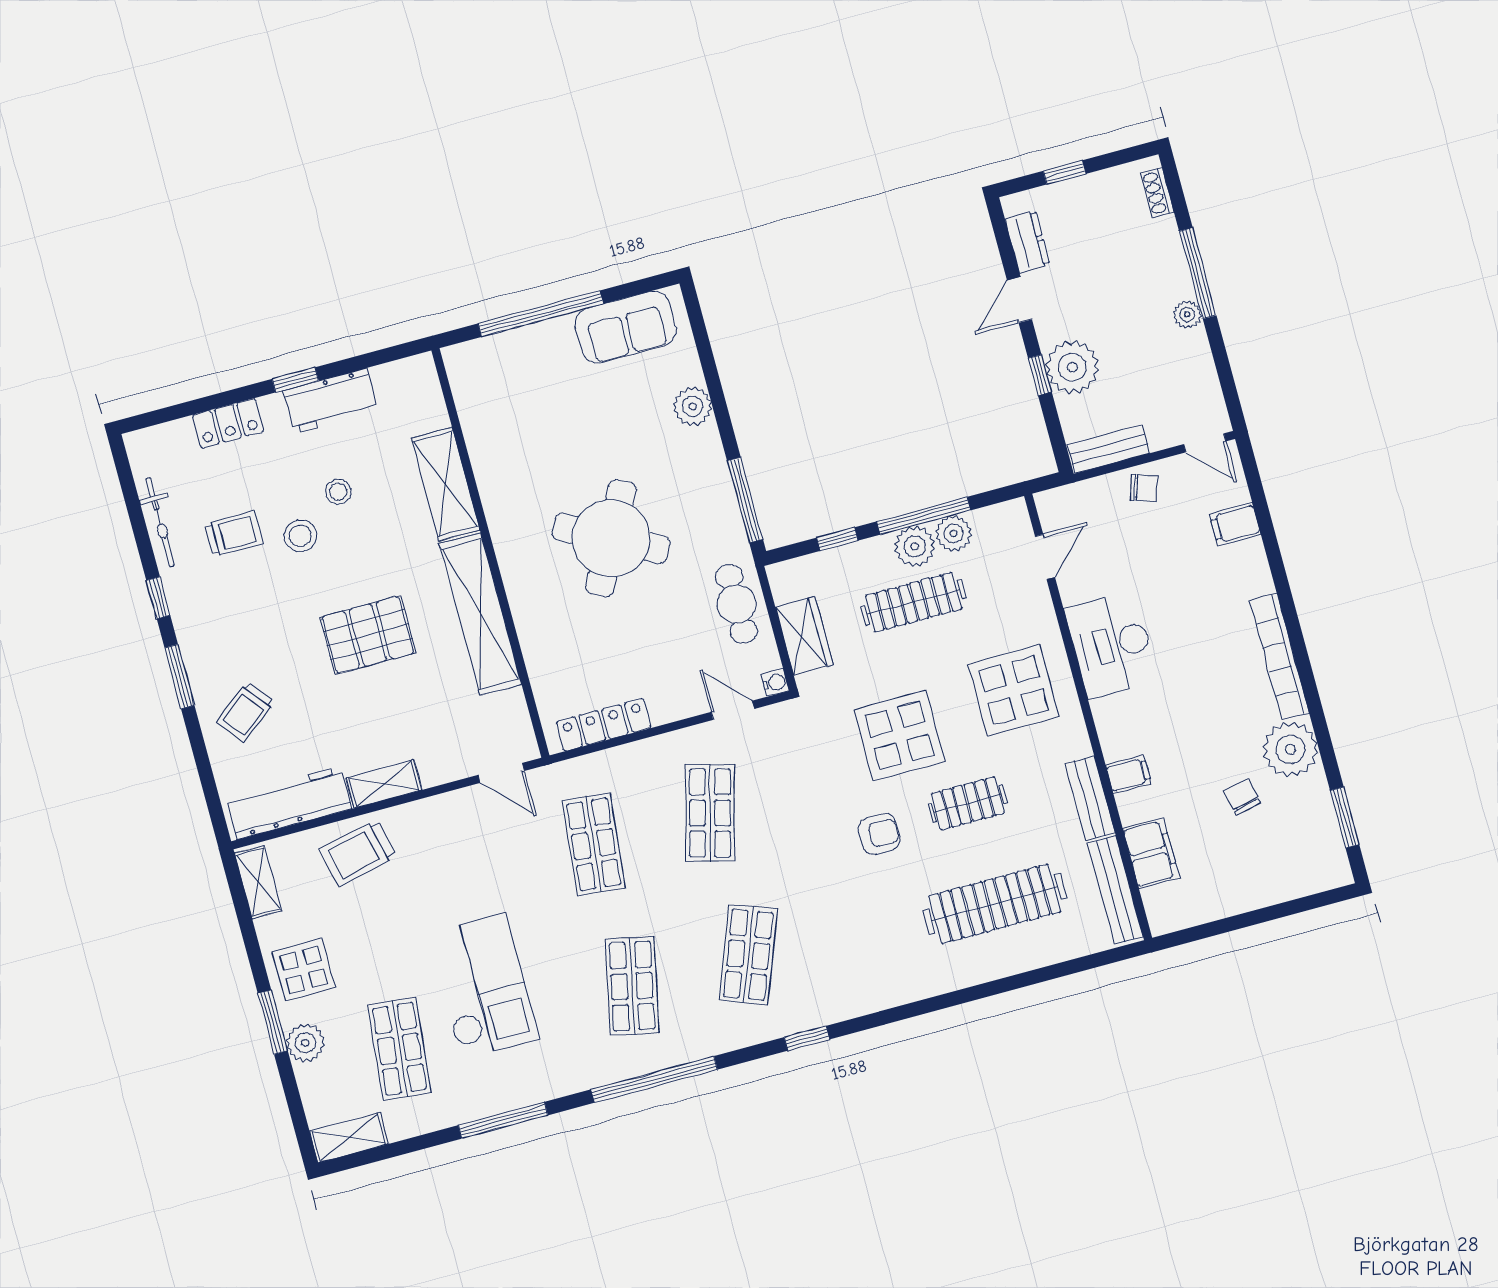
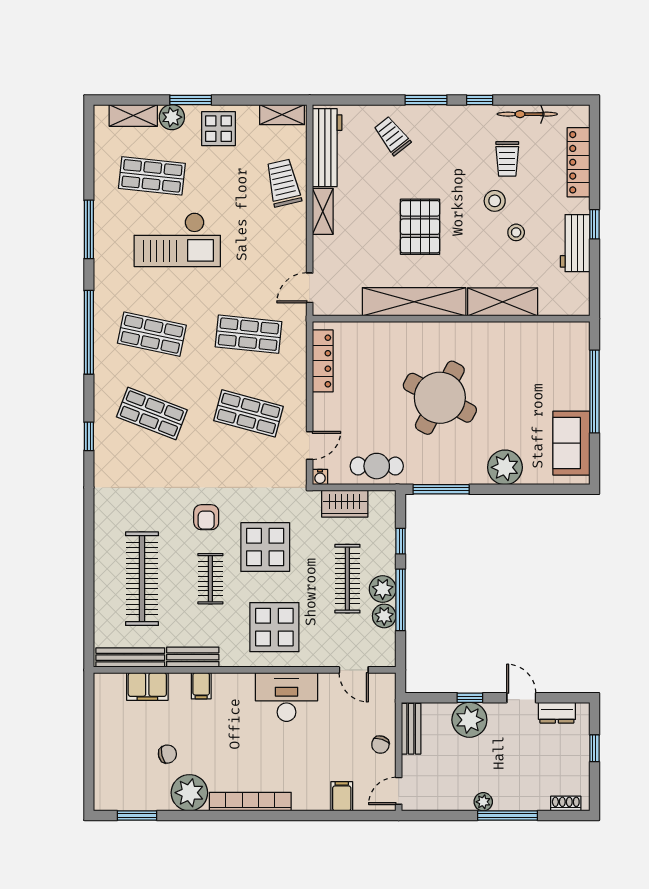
plant: (693, 406) -> (505, 467), width x1.36, depth x1.36
locker: (228, 423) -> (578, 162), width x1.53
shelving: (349, 1137) -> (133, 115), moved, turned 90

